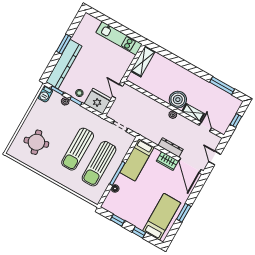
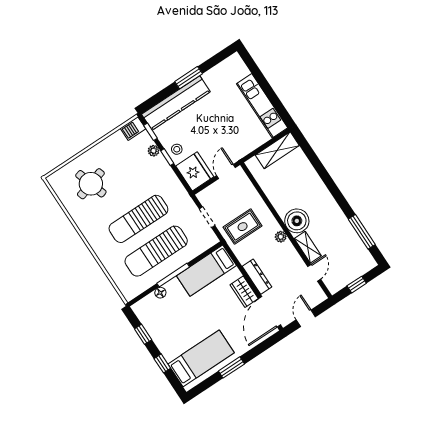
rug: (146, 121) -> (243, 227), added

